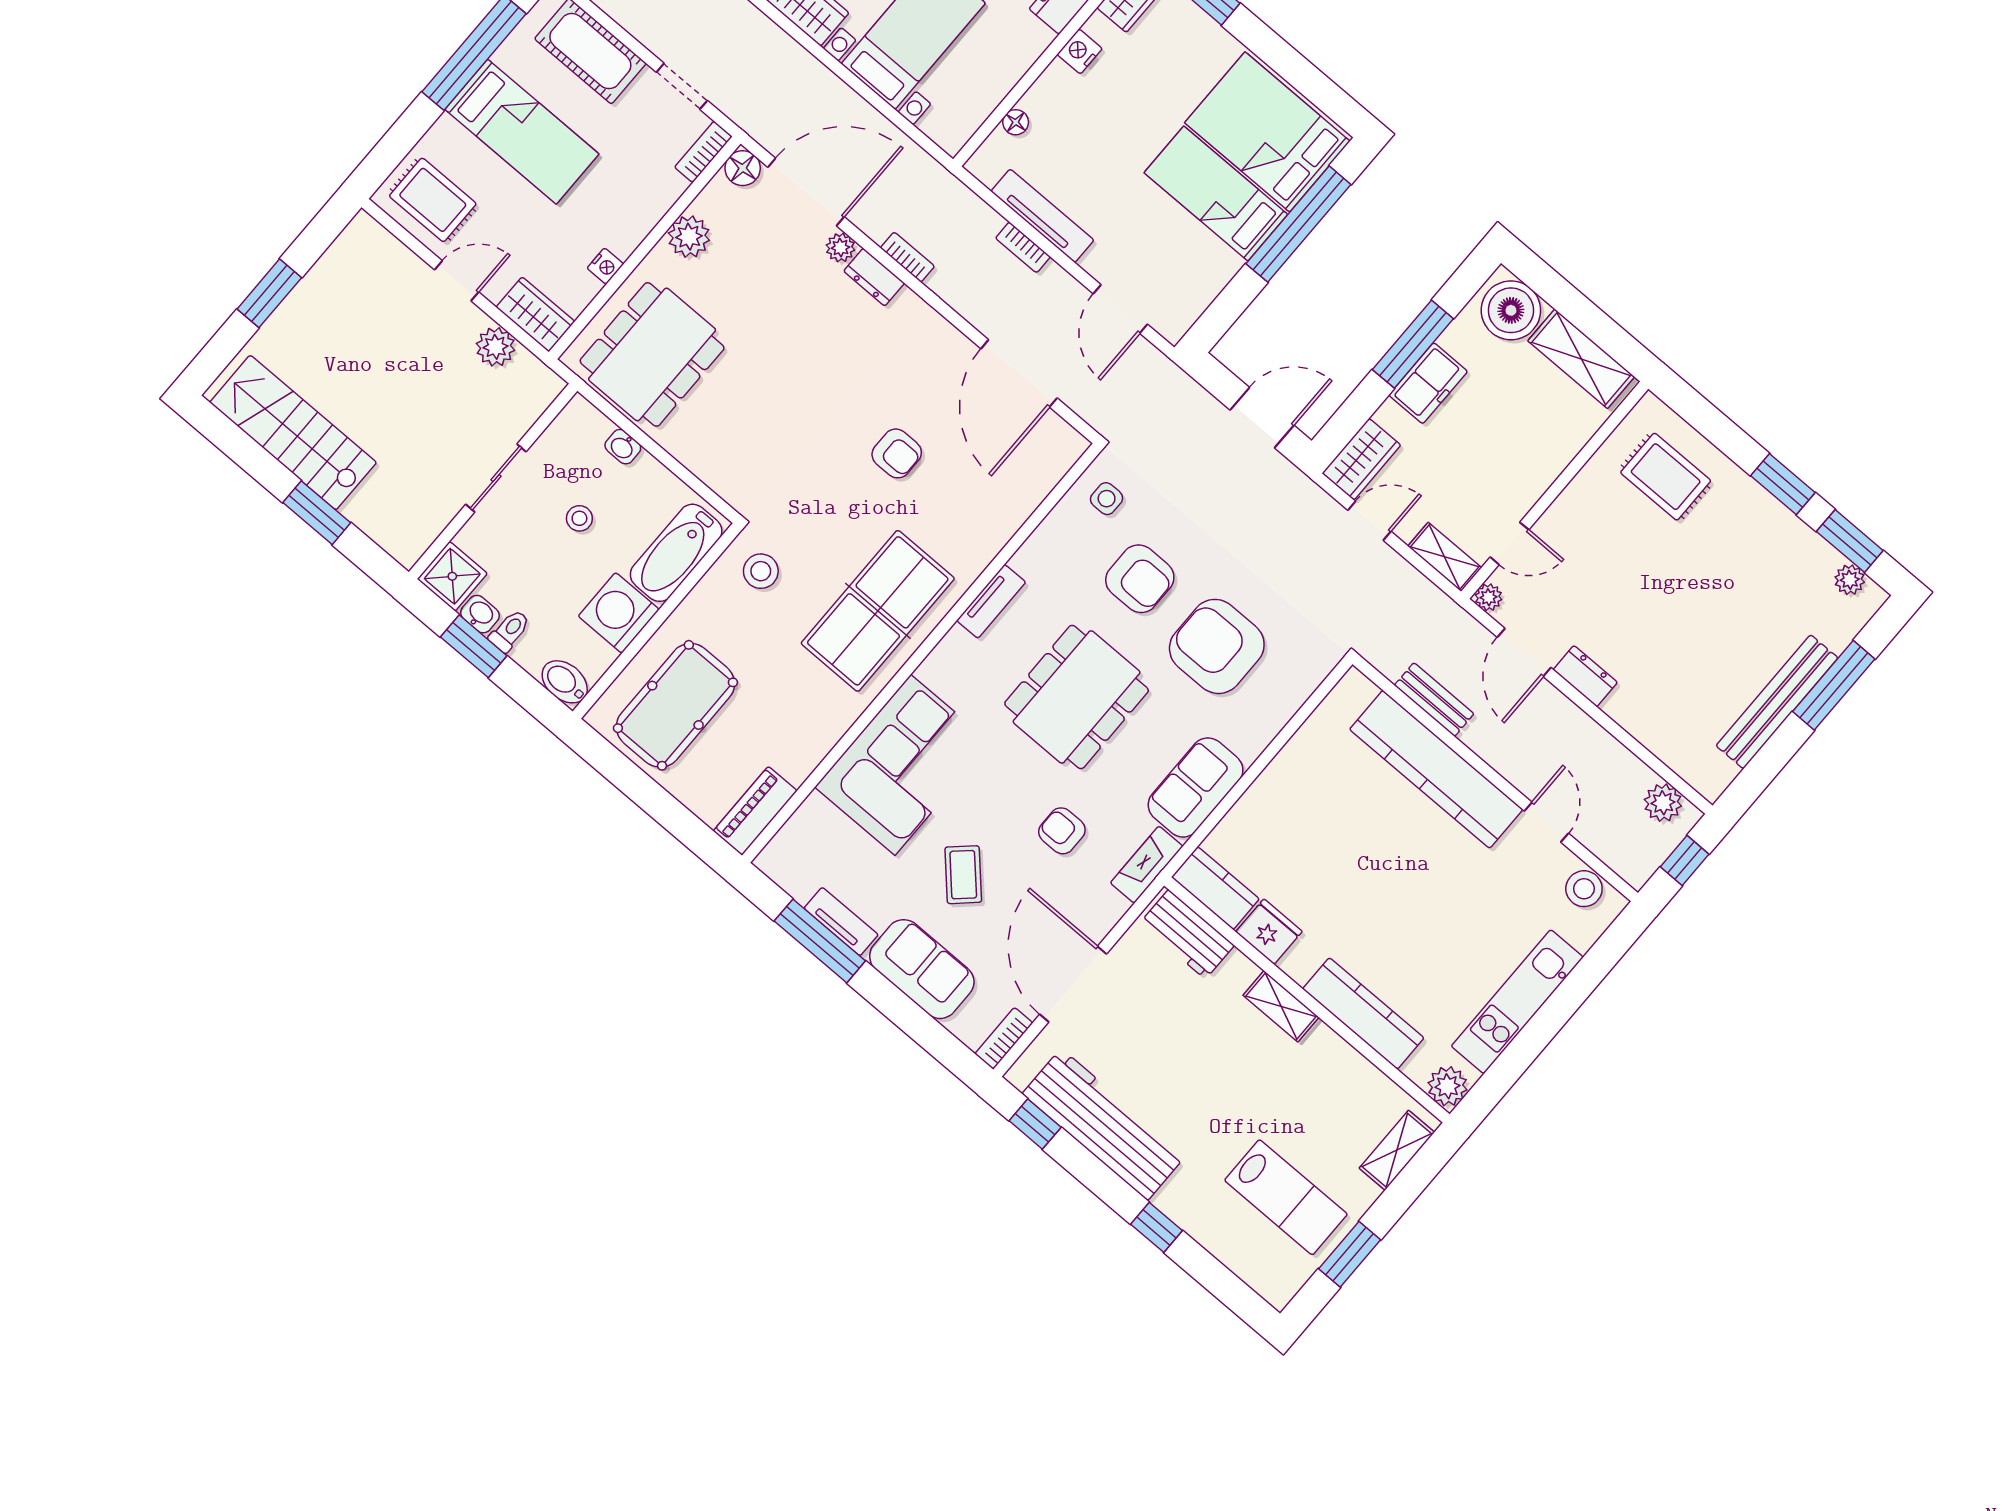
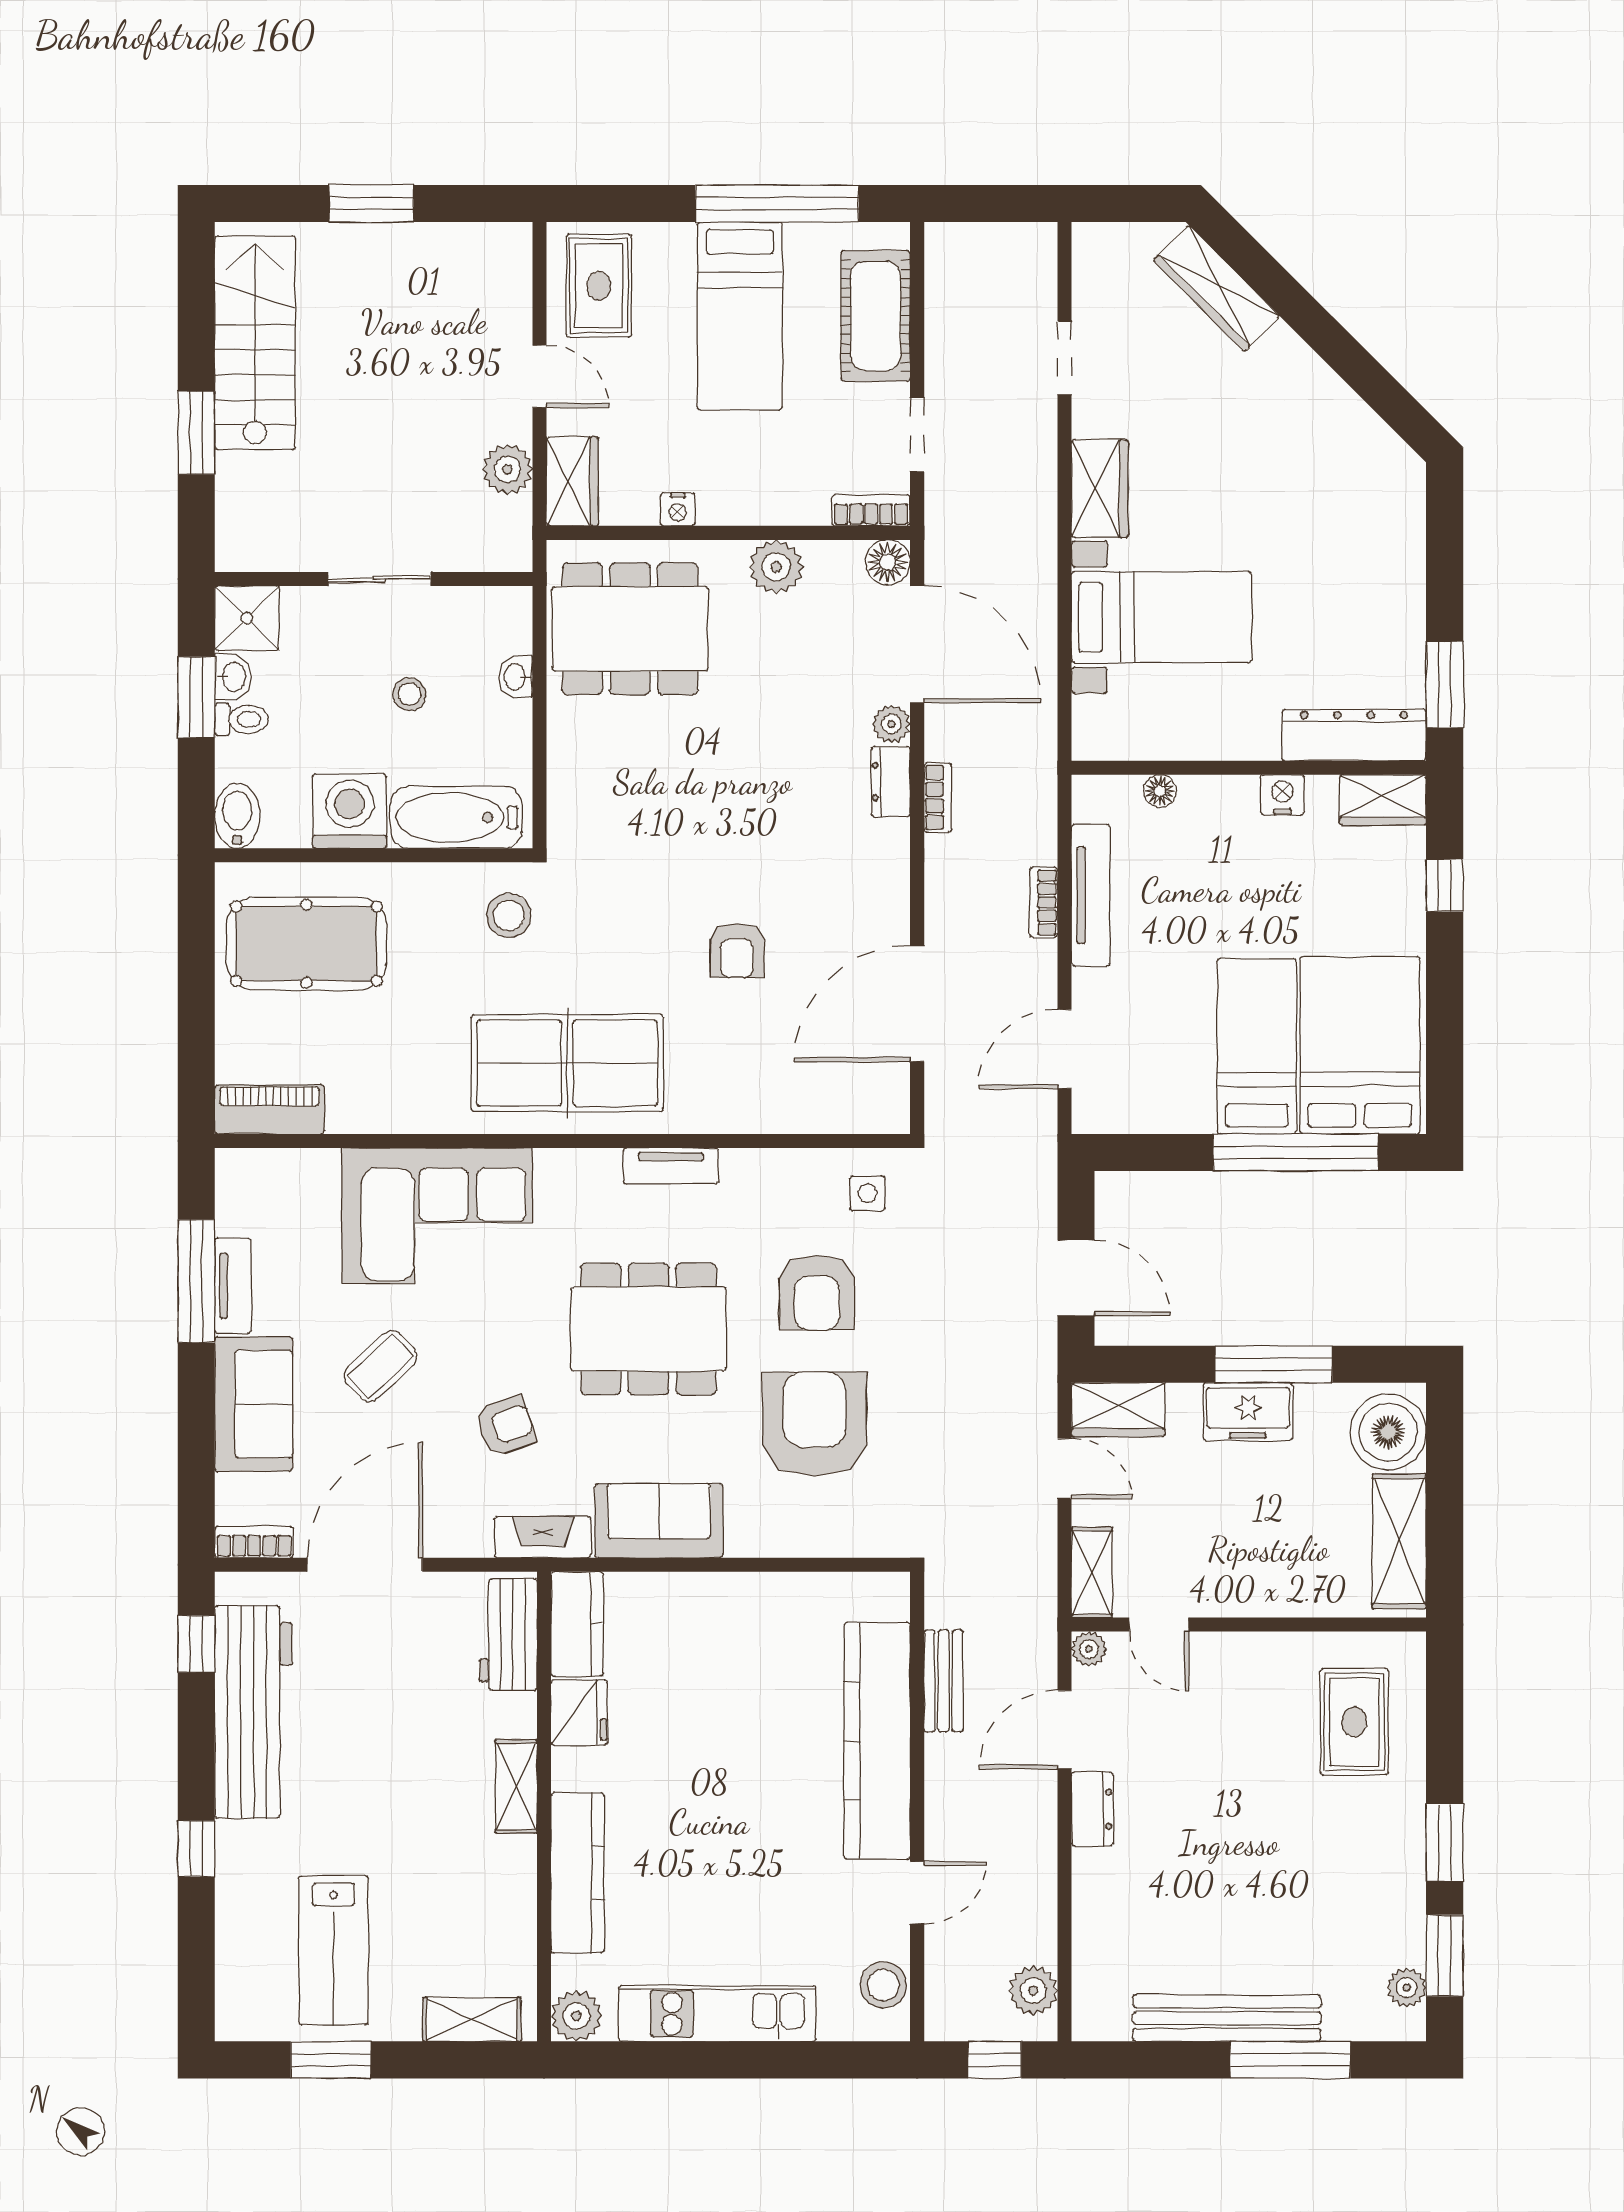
armchair: (1062, 831) -> (505, 1426), turned 71

